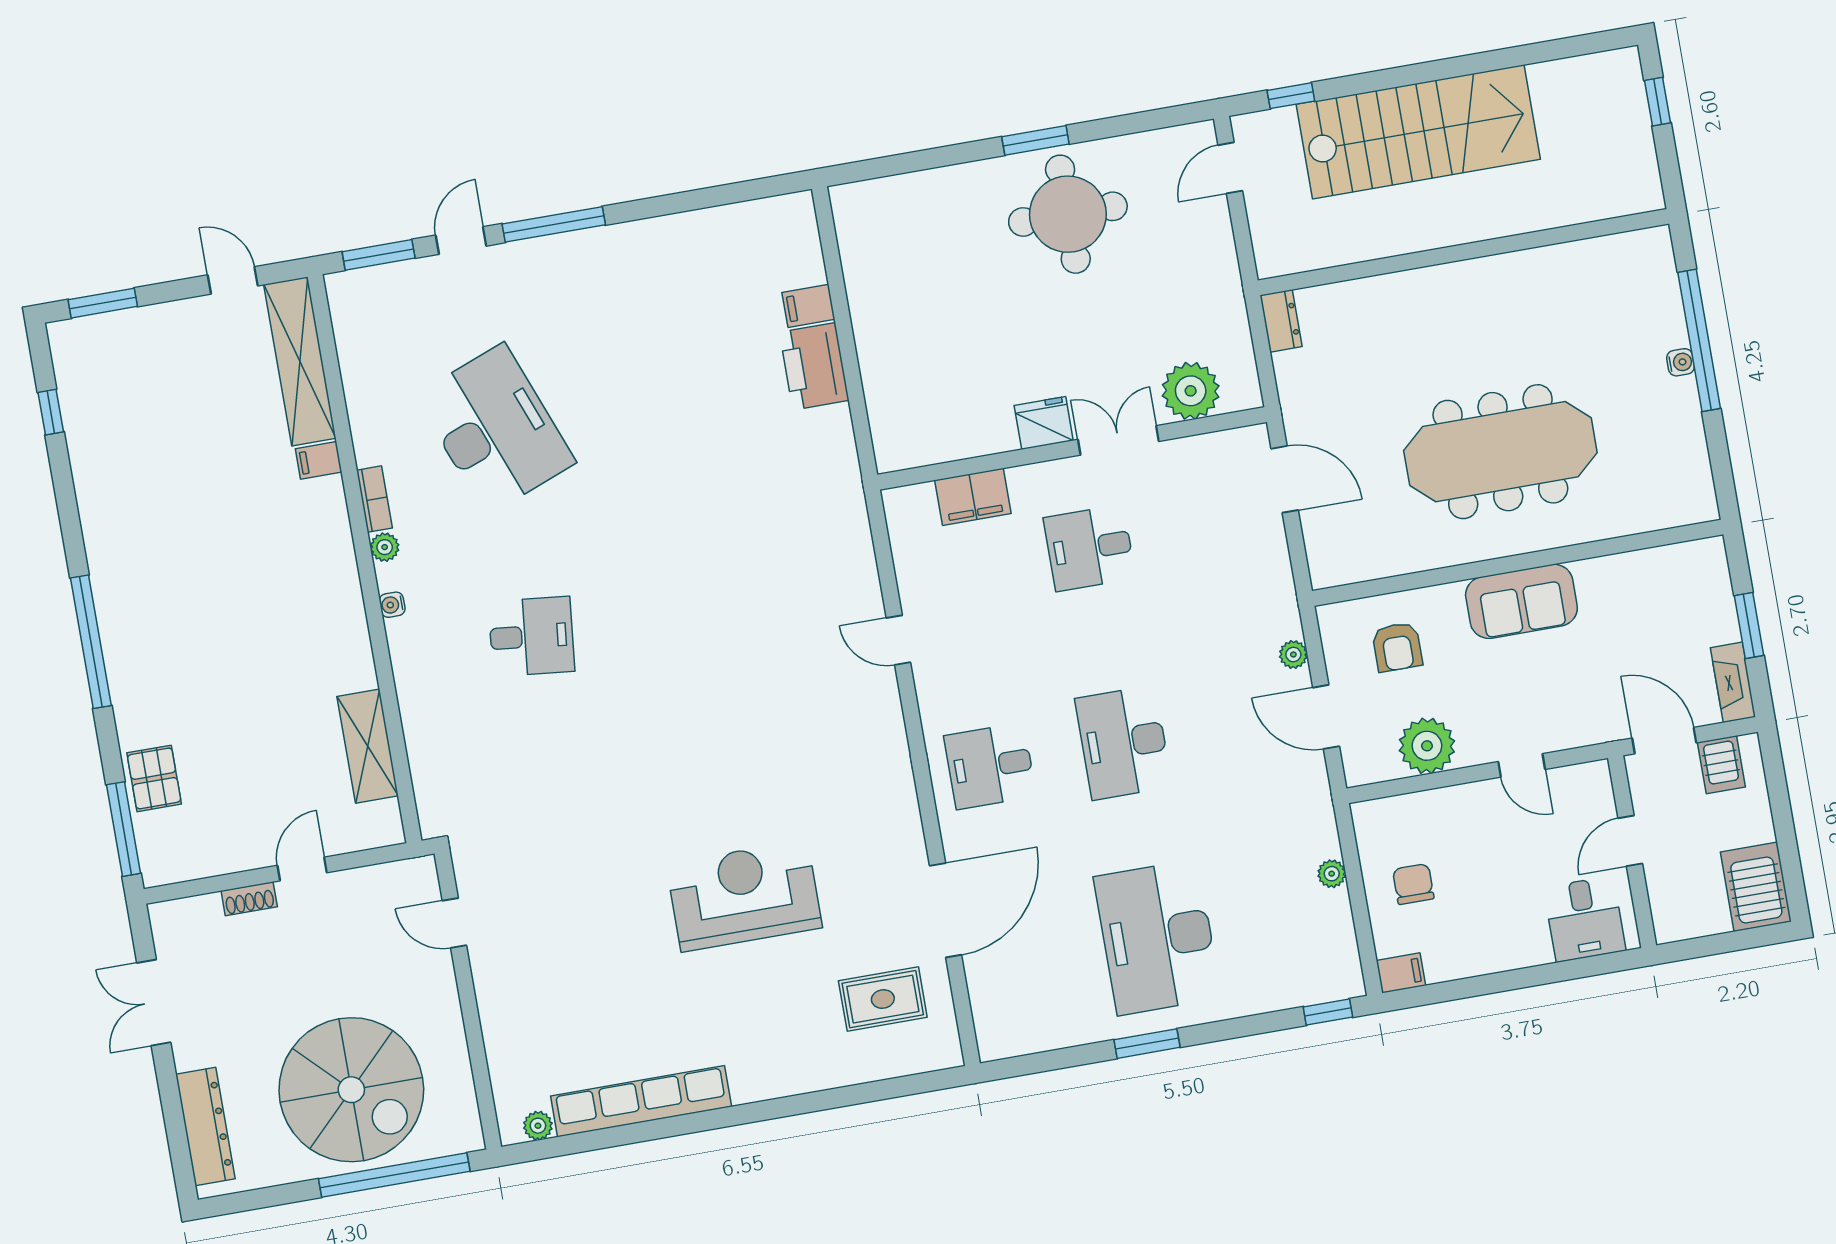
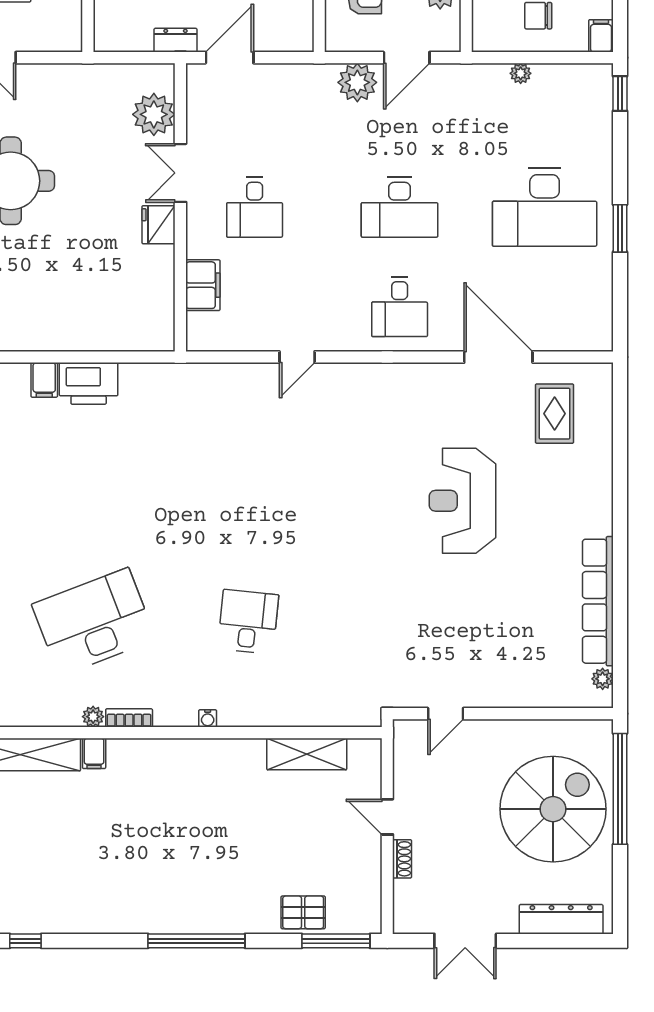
dresser: (1281, 321) -> (175, 40), moved
plant: (385, 547) -> (93, 717), moved
plant: (1293, 655) -> (357, 82), width x1.88, depth x1.88

